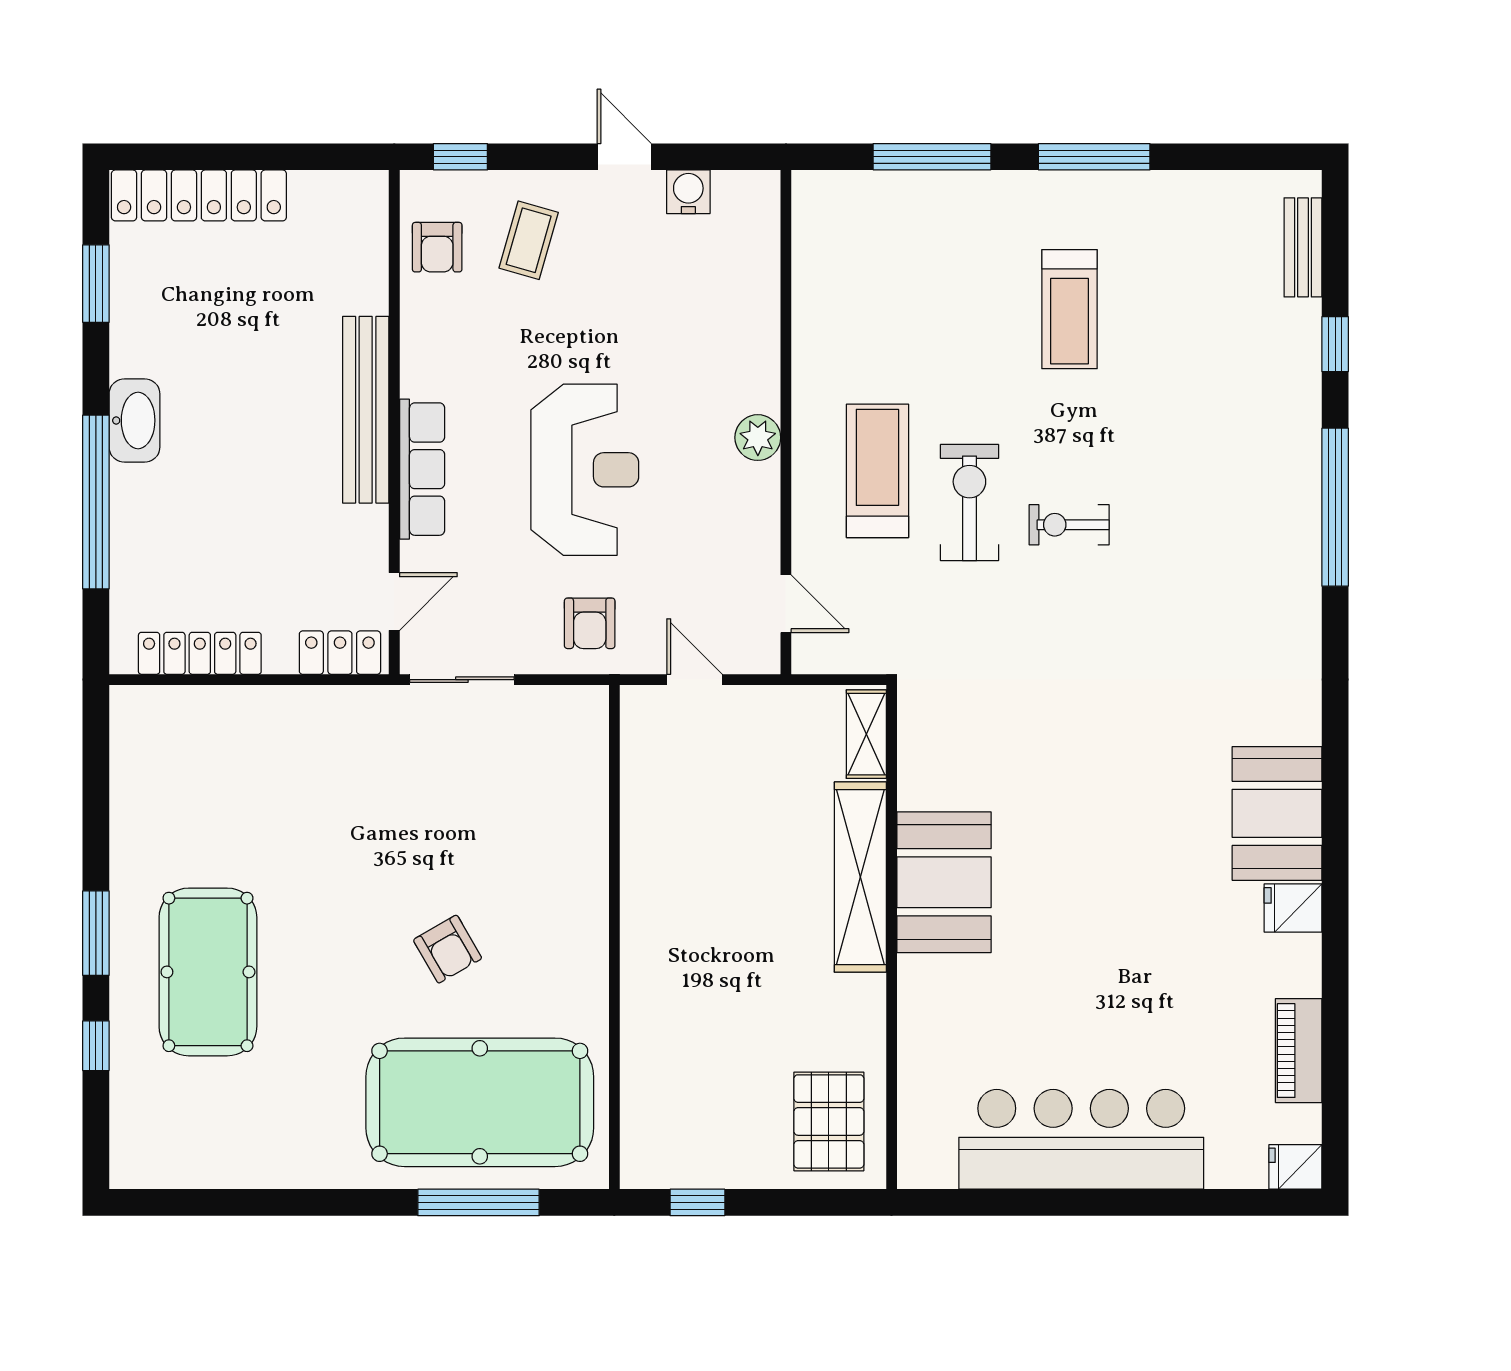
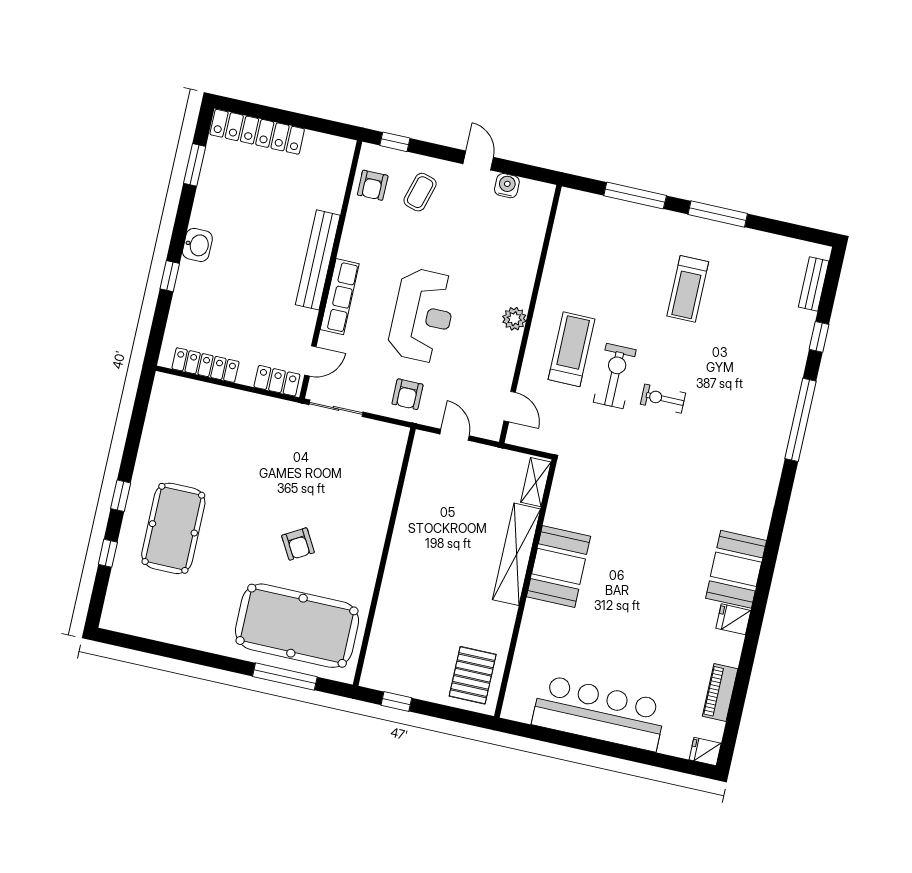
washbasin: (134, 420) -> (197, 245), width x0.72
window: (96, 502) -> (170, 276), width x0.32
window: (96, 933) -> (121, 496), width x0.67

